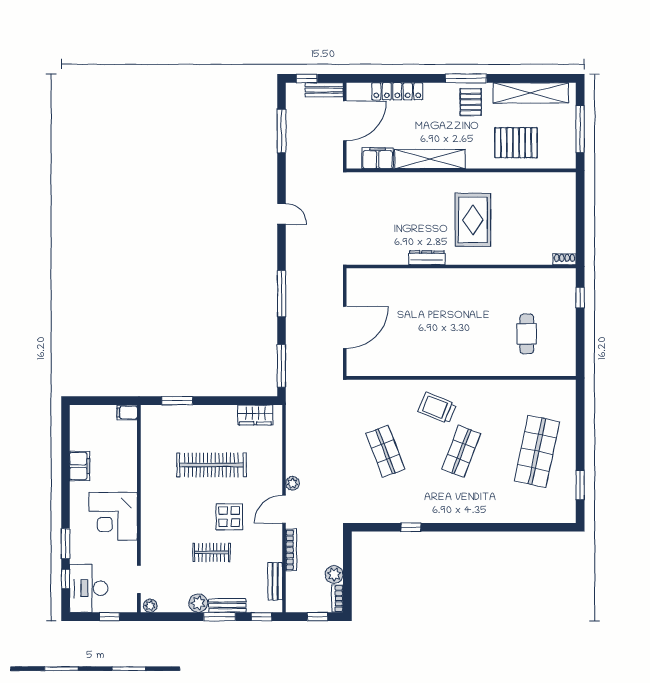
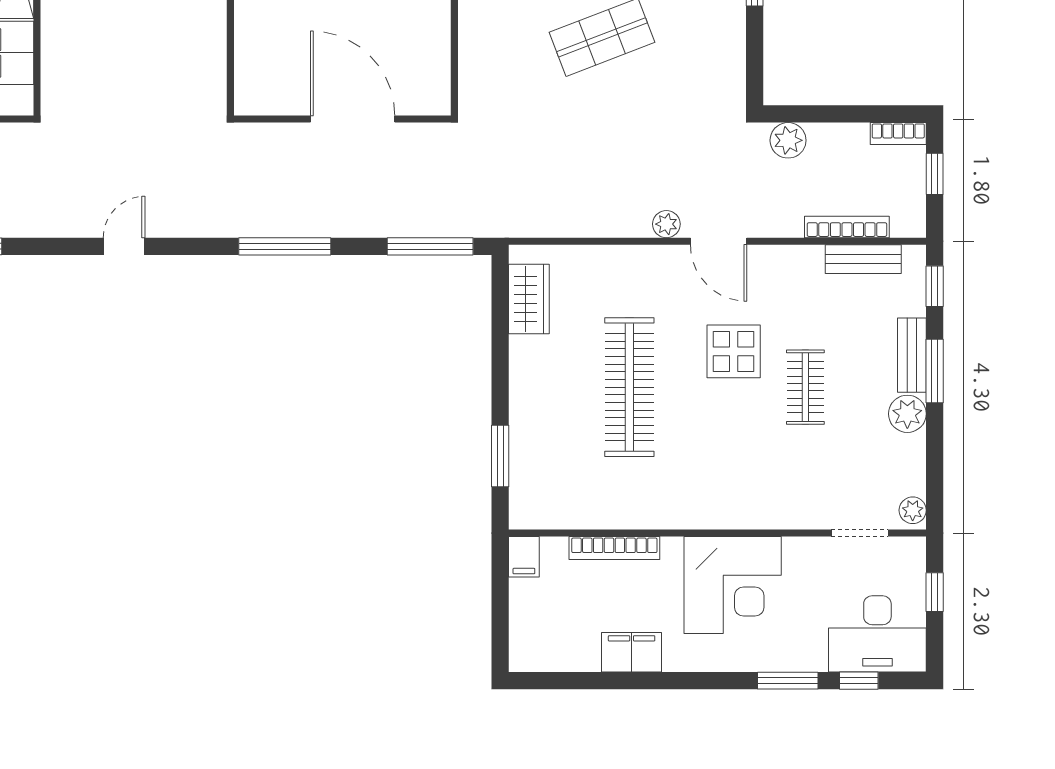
bookcase: (131, 457) -> (614, 548), added
bookcase: (291, 550) -> (847, 227), moved
plant: (334, 574) -> (788, 140), moved

